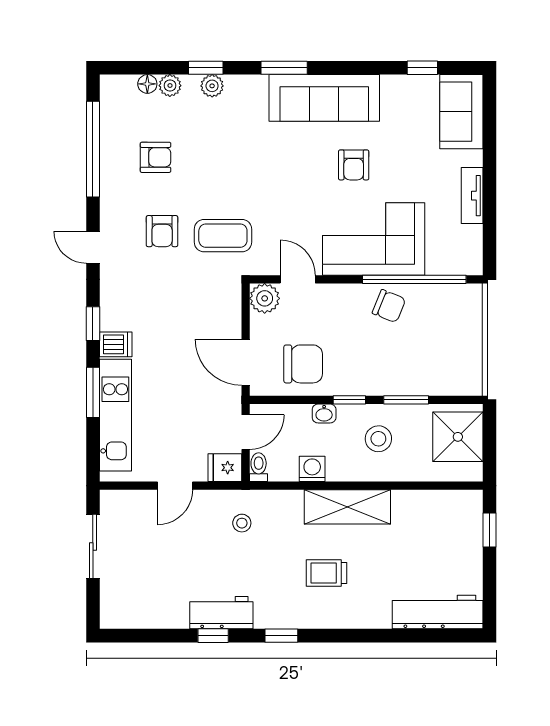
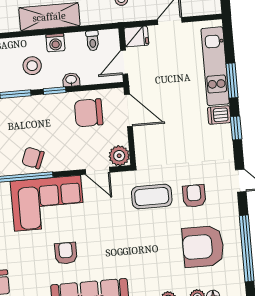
armchair: (156, 157) -> (203, 247), width x1.88, depth x1.88
toilet: (259, 467) -> (93, 41), moved
washing machine: (312, 469) -> (55, 43), moved

